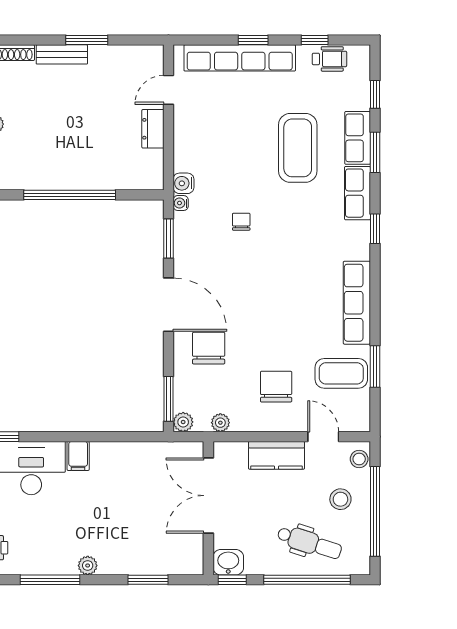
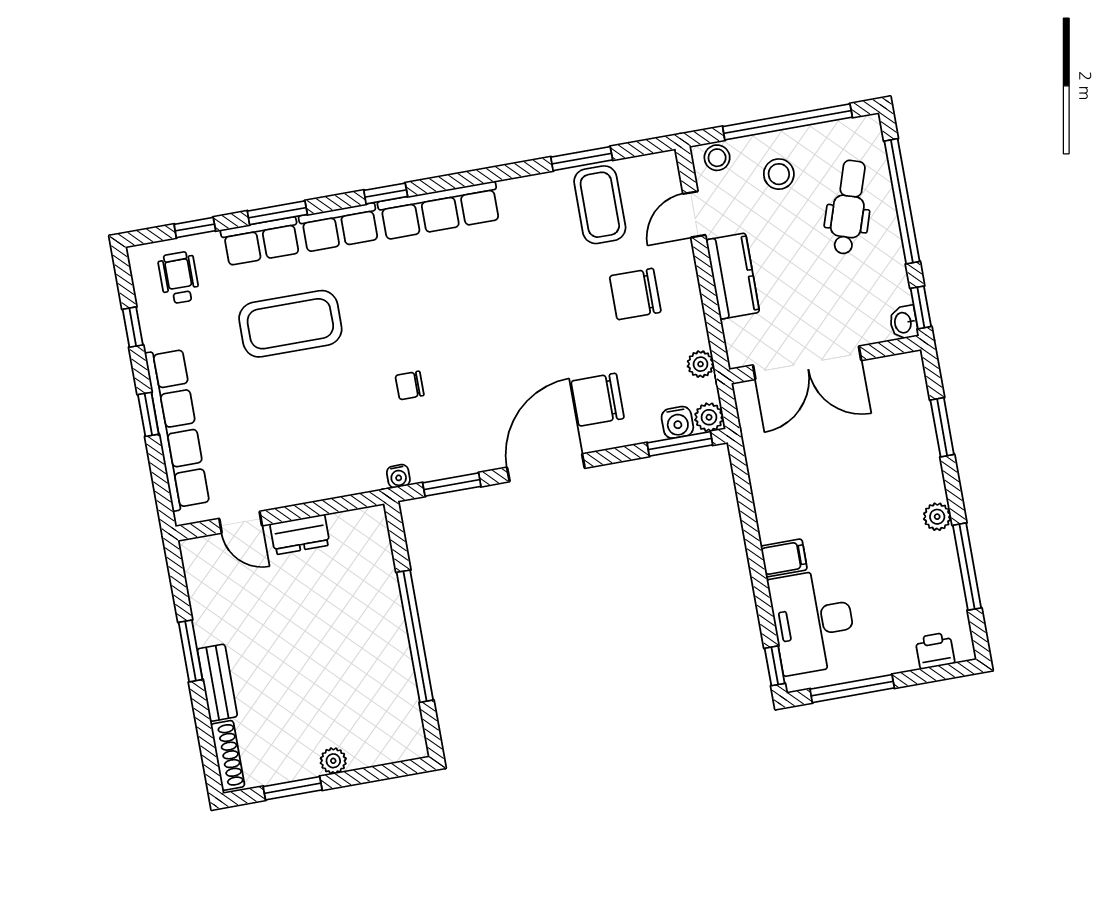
wheelchair: (329, 59) -> (179, 278), moved
water cooler: (183, 183) -> (677, 422), moved
row of seats: (357, 303) -> (439, 210), moved
washbasin: (228, 562) -> (904, 323), width x0.72, depth x0.69

